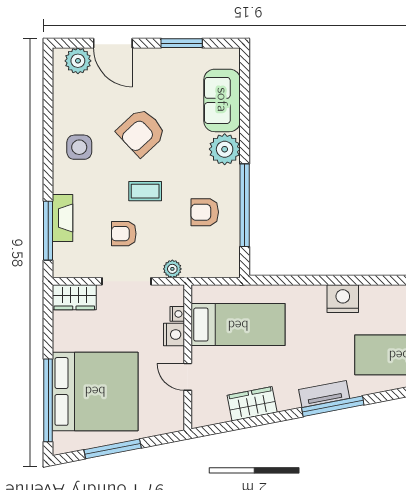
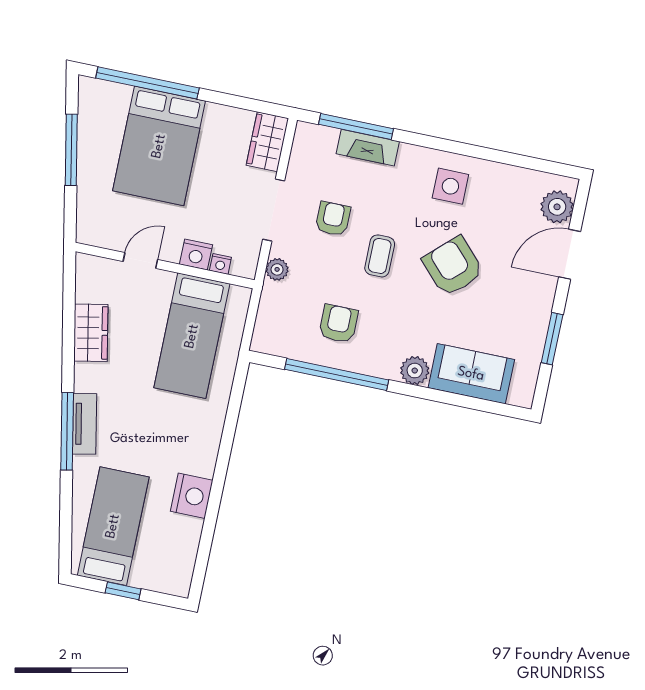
plant: (225, 149) -> (415, 371), width x0.73, depth x0.73
nightstand: (343, 299) -> (192, 496), moved
bed: (95, 391) -> (159, 146), width x0.73

